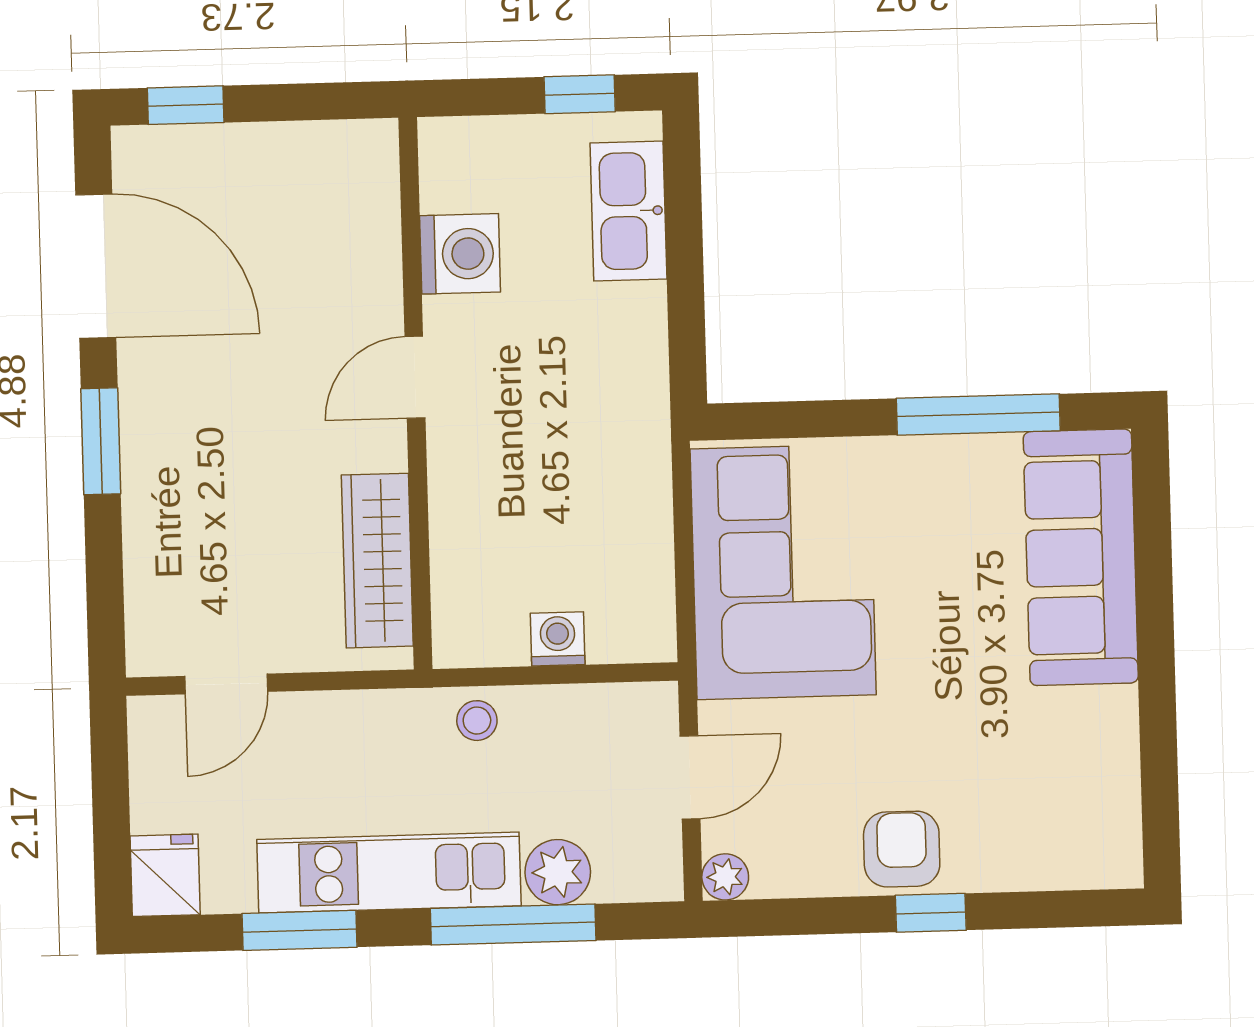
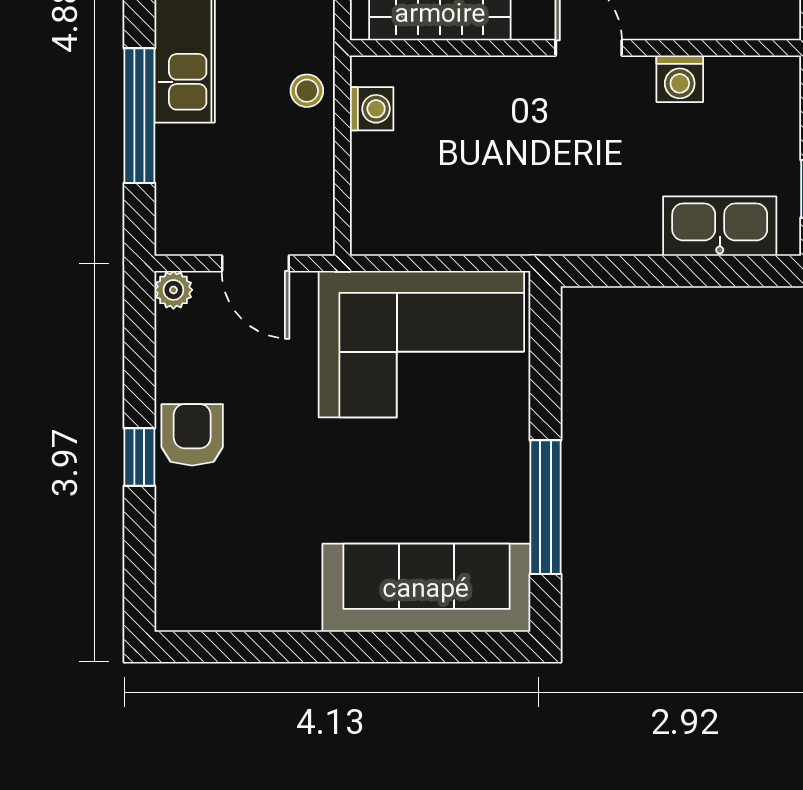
washing machine: (460, 254) -> (680, 79), width x0.73, depth x0.73
washing machine: (558, 639) -> (372, 109), moved
armchair: (902, 849) -> (192, 435), turned -90
plant: (558, 872) -> (181, 153), removed

